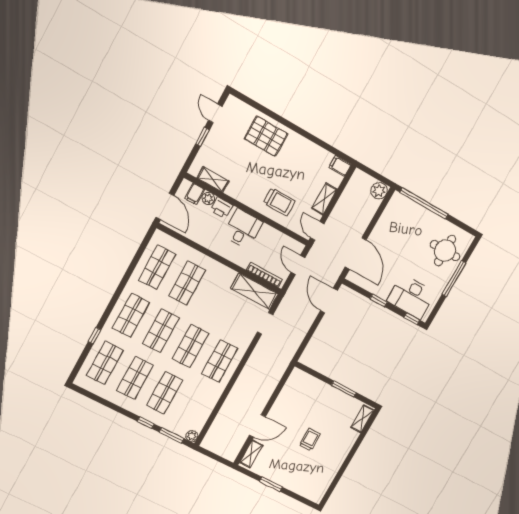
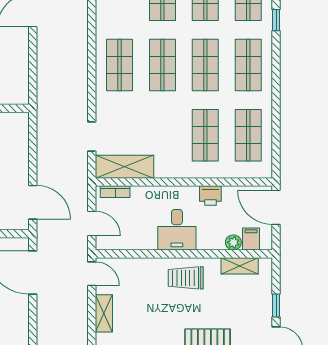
trolley: (279, 202) -> (186, 278), moved
printer: (222, 208) -> (210, 196), moved, turned 180
bookcase: (265, 275) -> (115, 192), width x0.64

